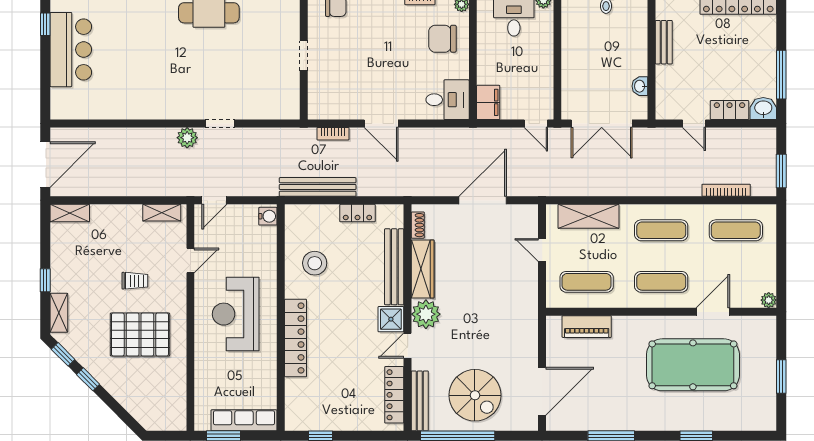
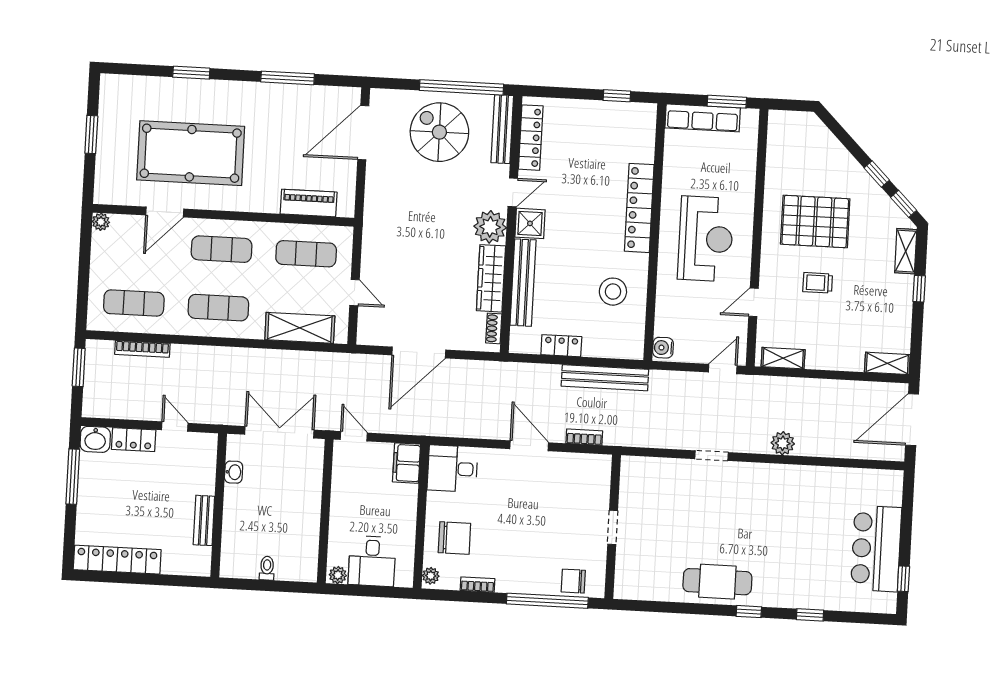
plant: (187, 138) -> (783, 443), moved

